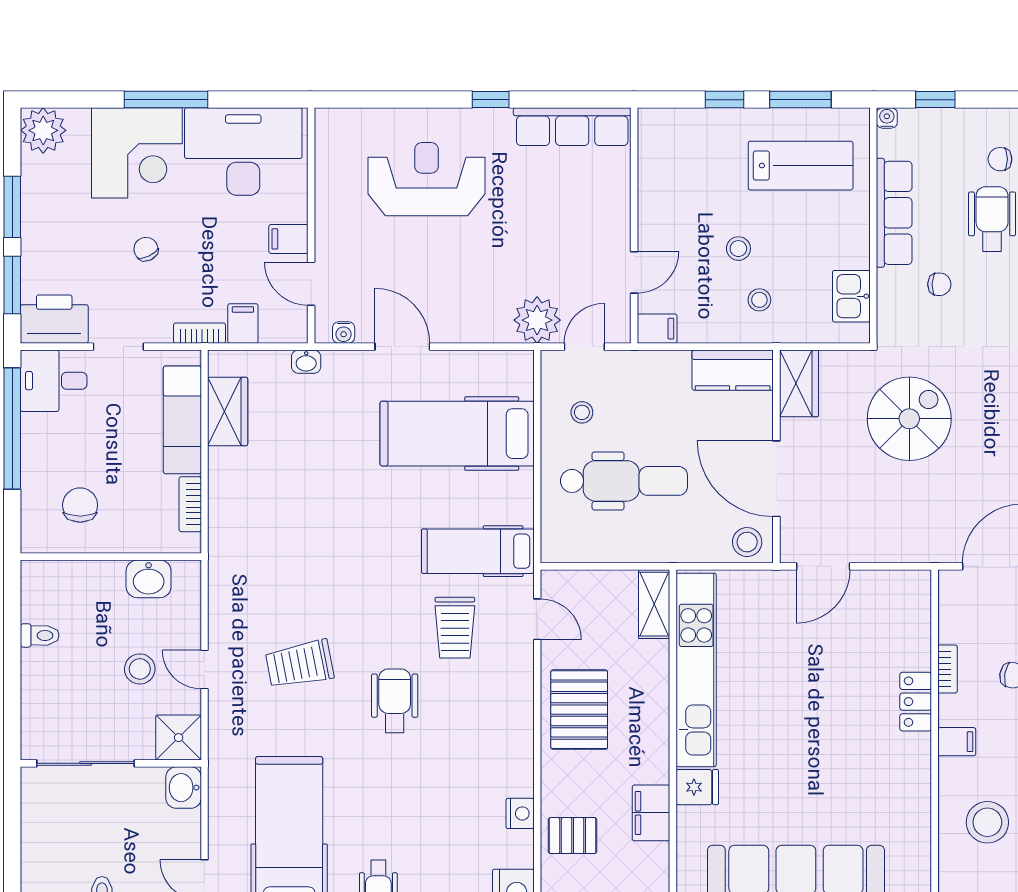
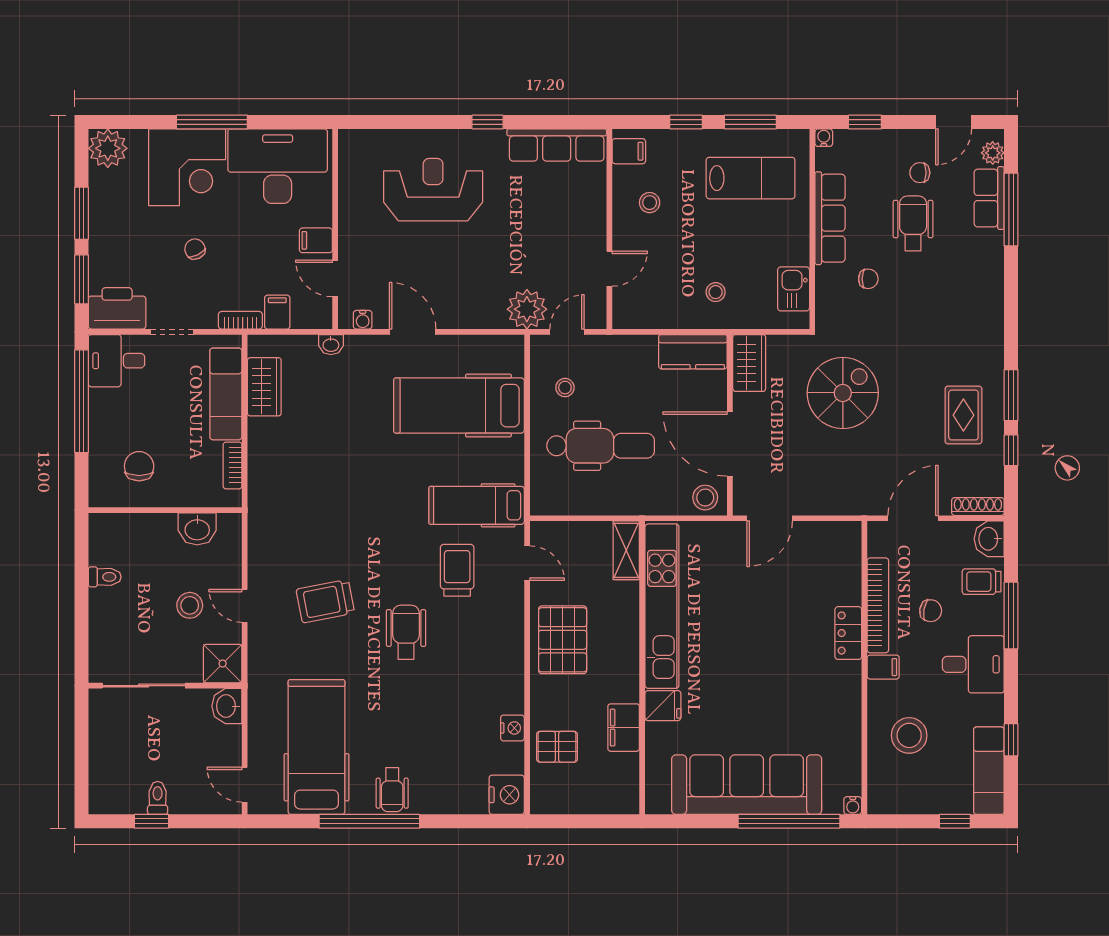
stool: (738, 249) -> (650, 203), moved
filing cabinet: (657, 329) -> (629, 151), moved
trolley: (455, 628) -> (457, 570), turned 180
bookcase: (948, 669) -> (878, 605), width x2.31, depth x1.31

